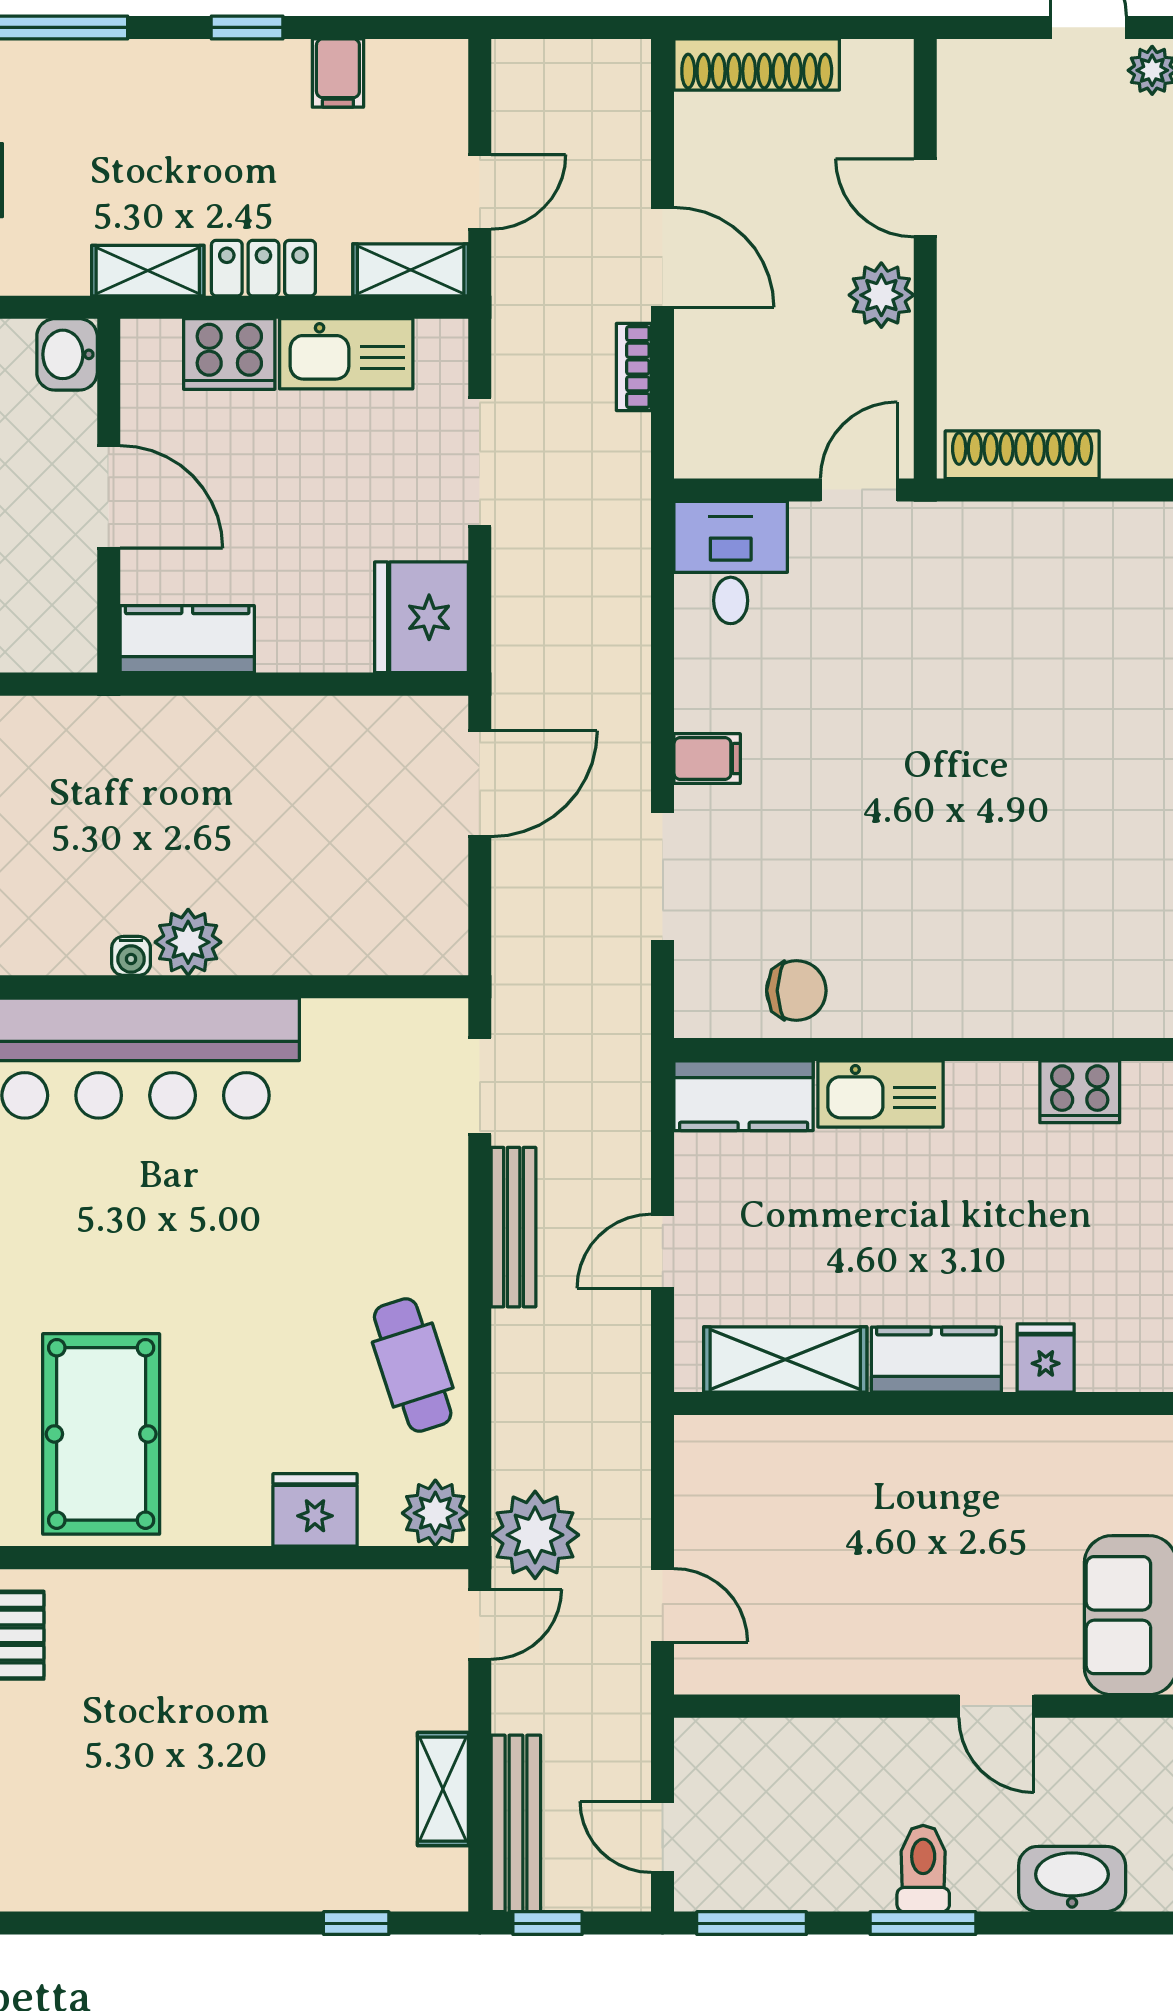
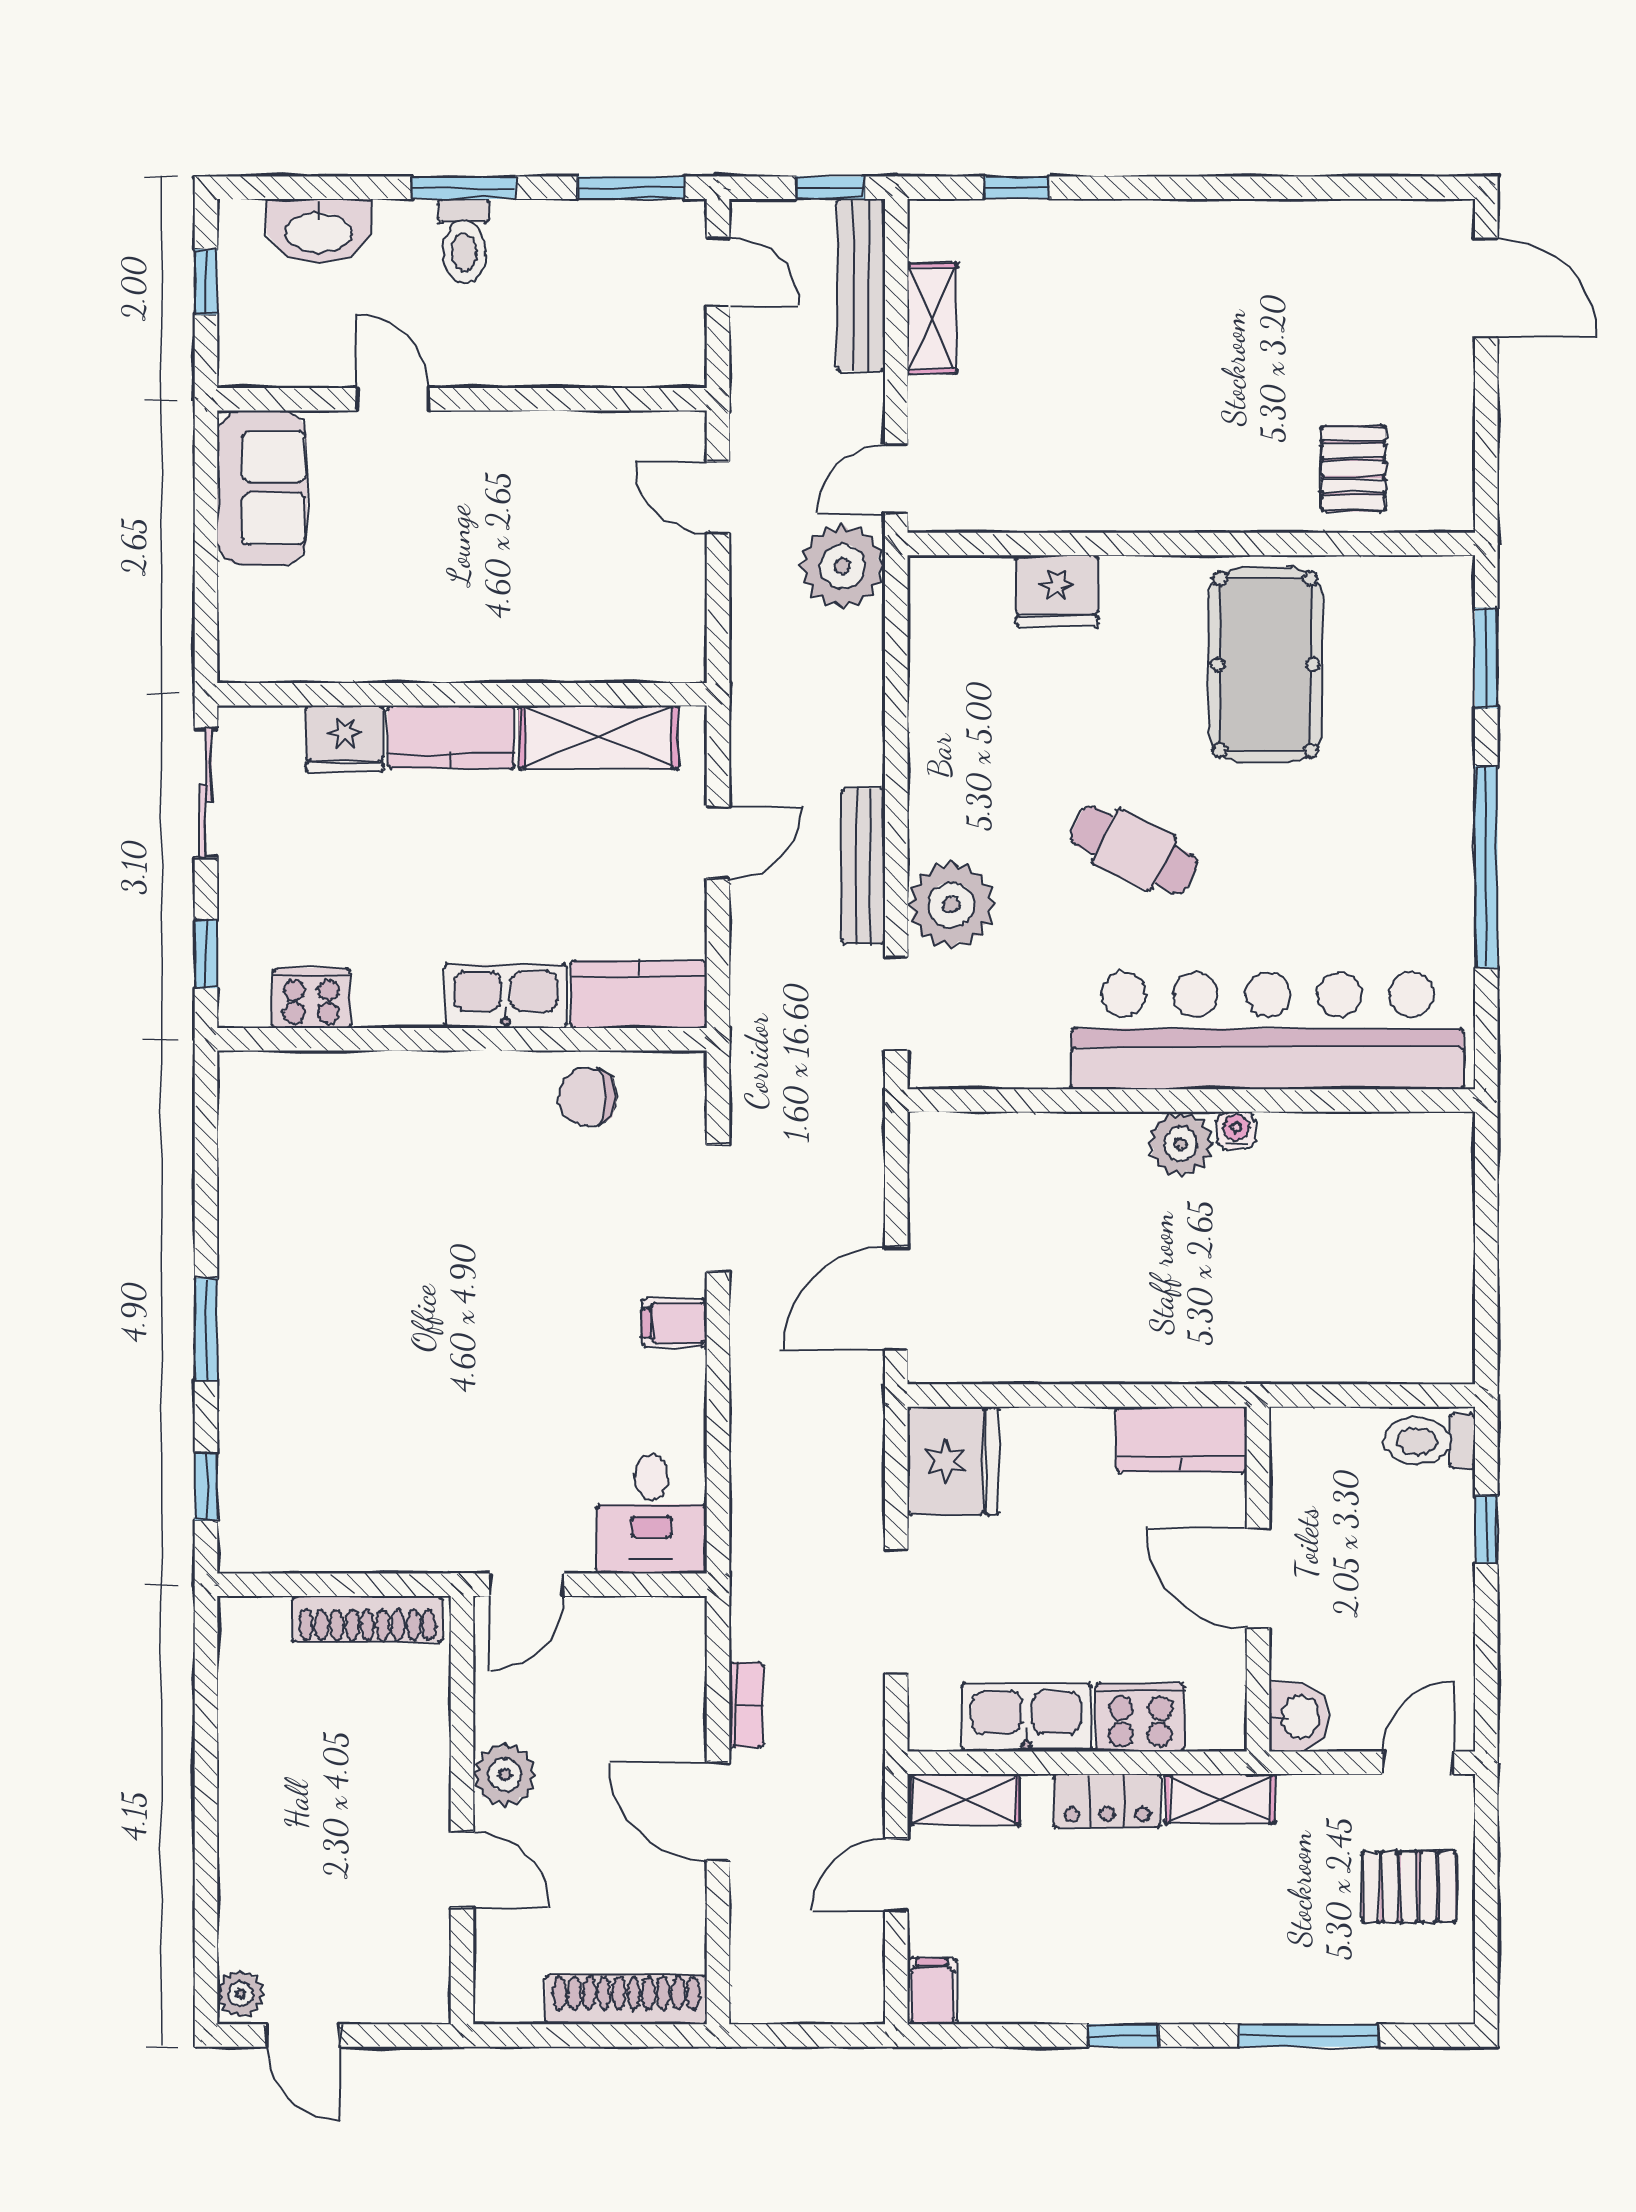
filing cabinet: (338, 73) -> (932, 1991), moved
fridge: (1046, 1358) -> (345, 739), width x1.38
cafe table: (413, 1365) -> (1134, 850), moved, turned -46
plant: (435, 1513) -> (951, 905), moved, width x1.36, depth x1.36

